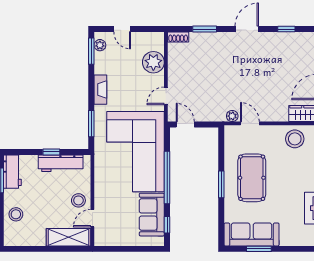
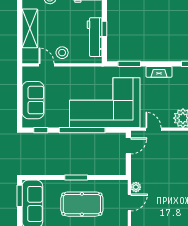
sofa: (152, 215) -> (33, 100), moved, turned 90
shelving: (69, 237) -> (30, 28), moved
window: (259, 249) -> (20, 196), moved

